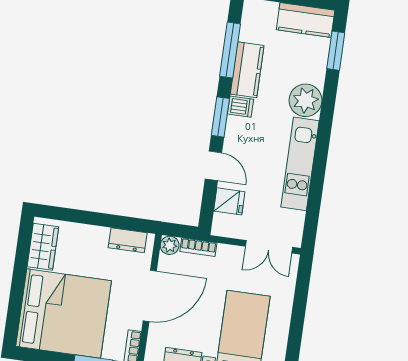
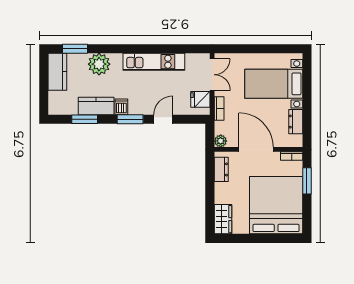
window: (230, 50) -> (85, 119), width x0.69
plant: (305, 100) -> (99, 64), moved
fridge: (229, 201) -> (200, 99), moved, turned -90
wardrobe: (43, 247) -> (223, 219), moved, turned 90
bookcase: (198, 247) -> (219, 108), moved

